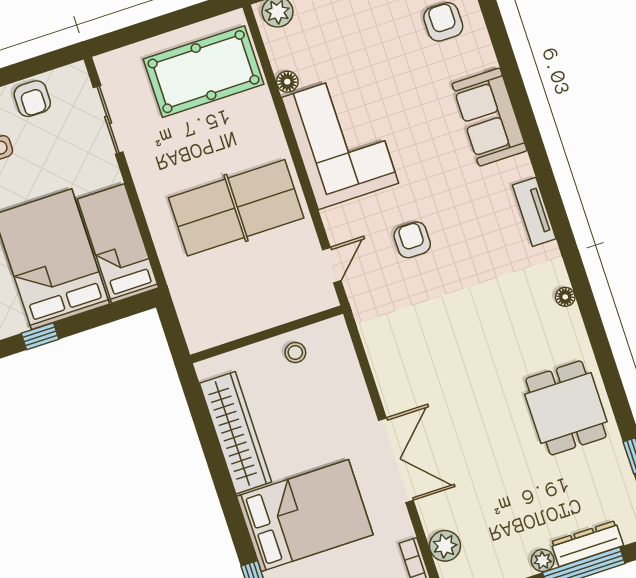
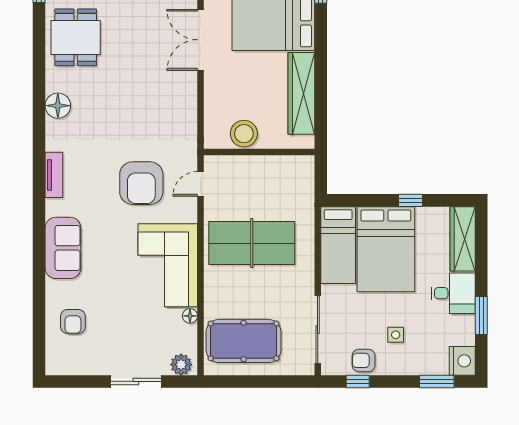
window: (31, 68) -> (358, 381), added
armchair: (32, 99) -> (364, 360), turned -90
sliding door: (108, 120) -> (318, 330), width x1.37
armchair: (412, 240) -> (141, 183), width x1.88, depth x1.88
floor lamp: (565, 297) -> (58, 106), width x1.89, depth x1.89
stool: (295, 353) -> (244, 134), width x1.89, depth x1.89

